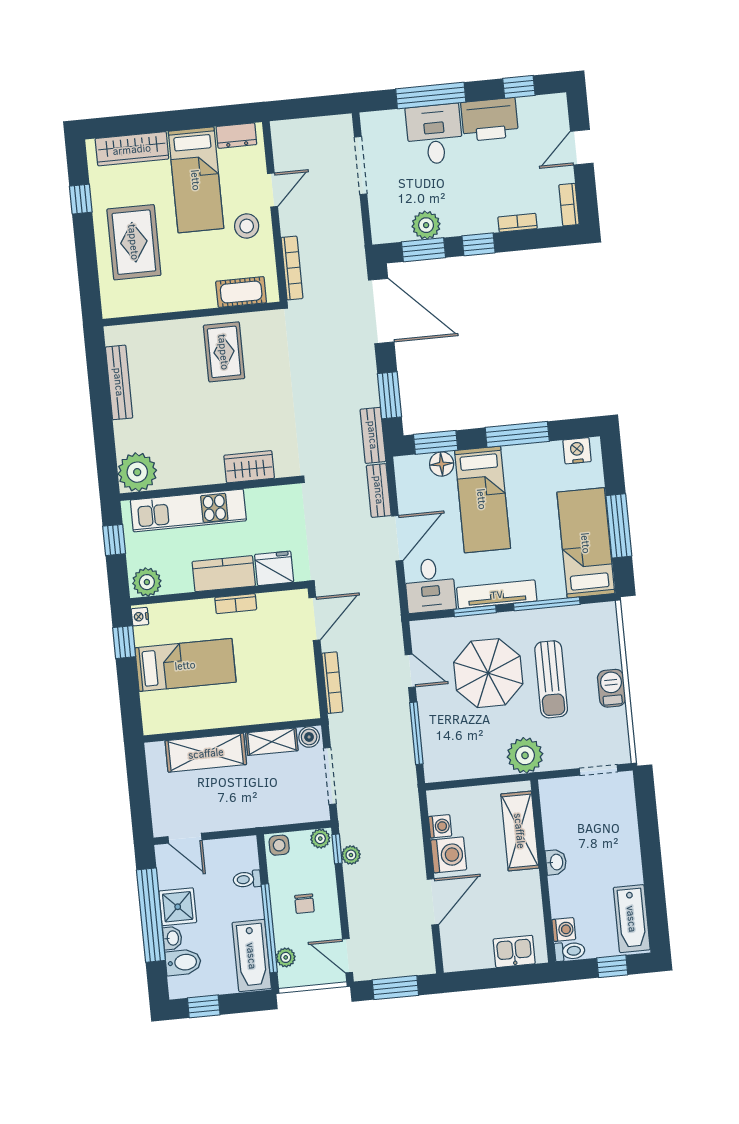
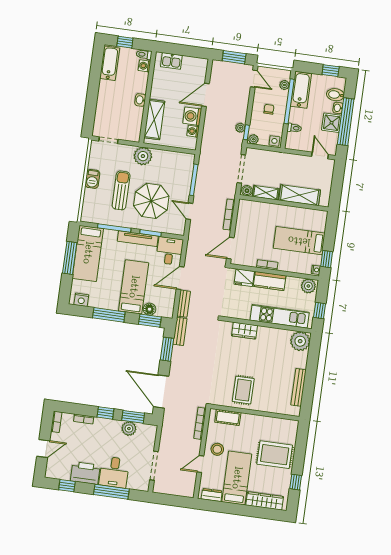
rug: (134, 242) -> (275, 455), turned 90

